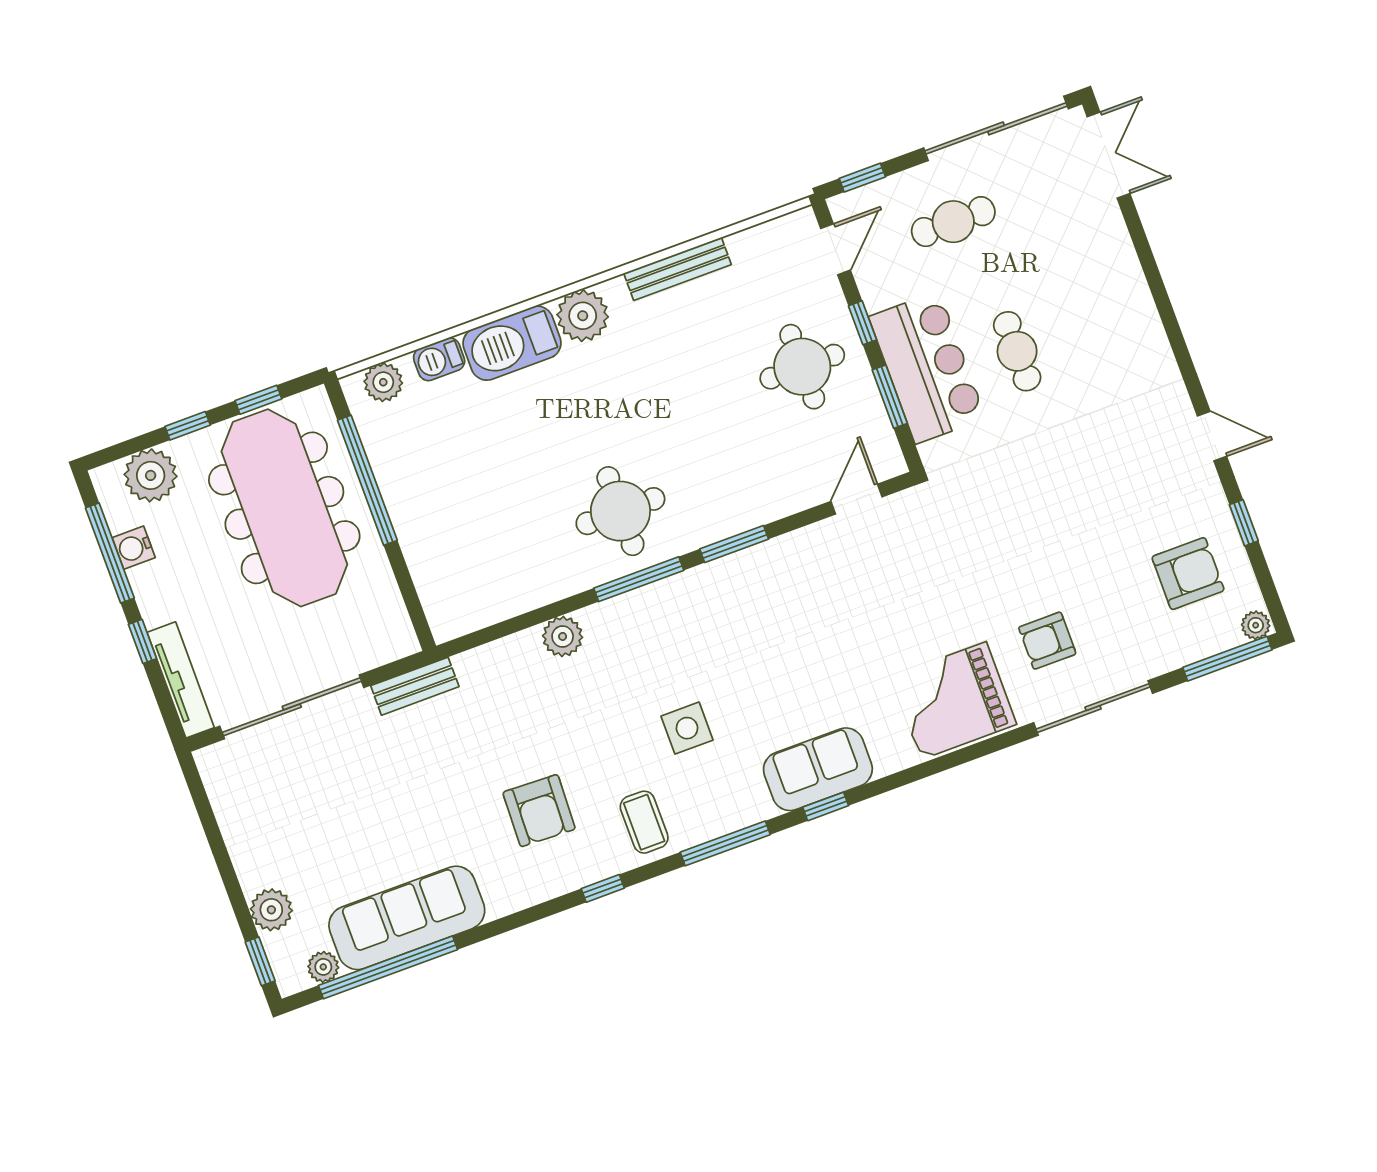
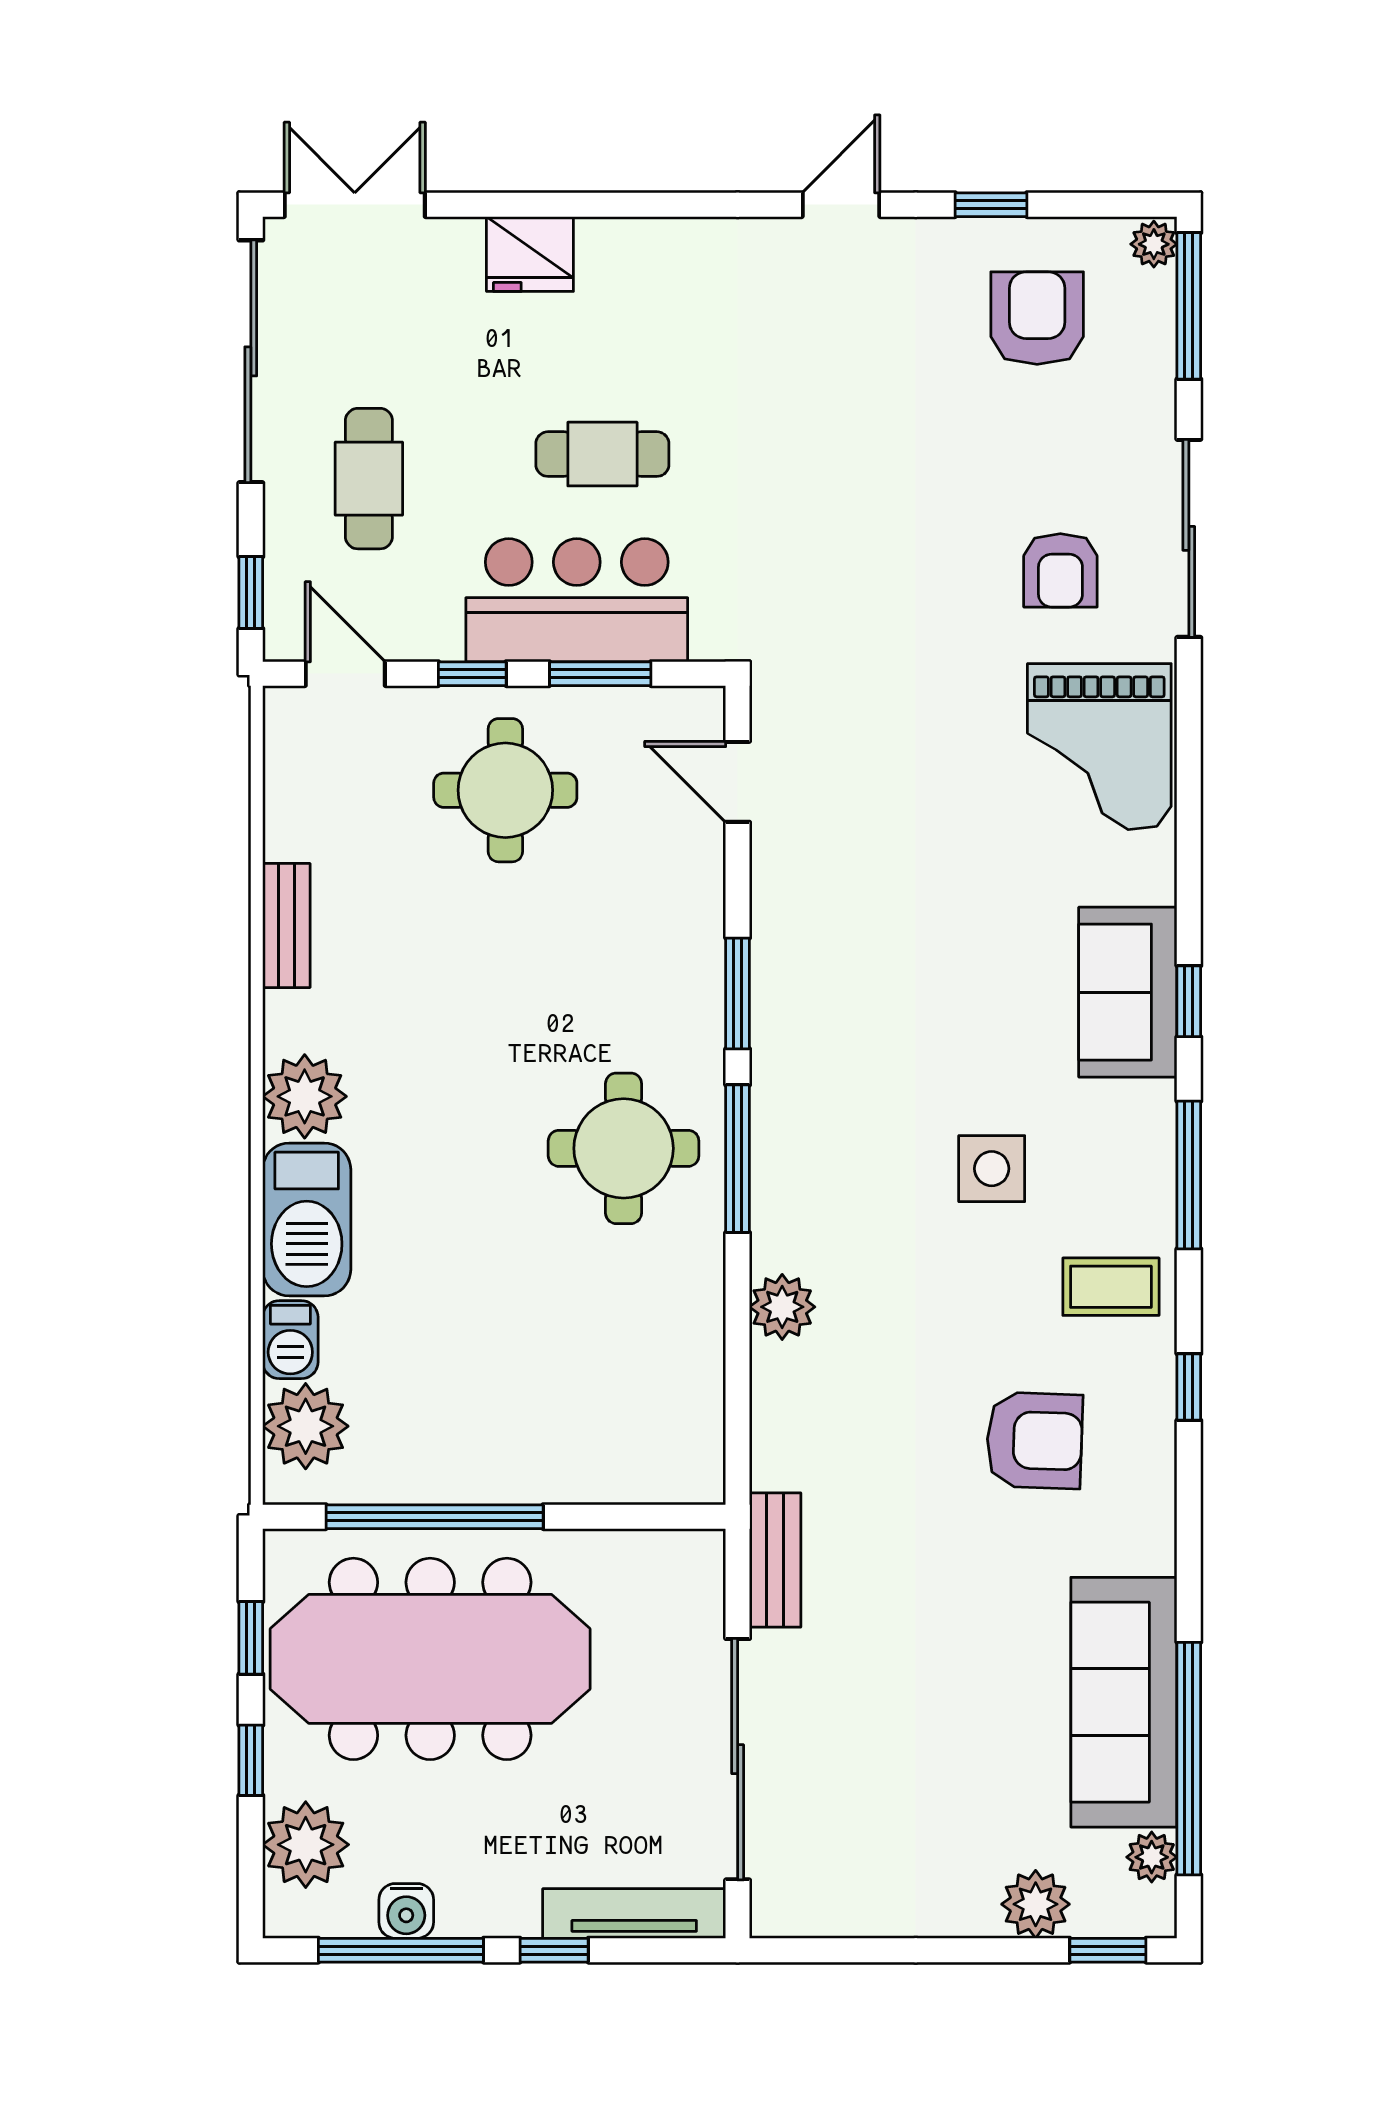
fridge: (1117, 267) -> (530, 254), added
bench: (678, 269) -> (286, 926), width x0.73
plant: (383, 382) -> (306, 1426), width x1.36, depth x1.36

